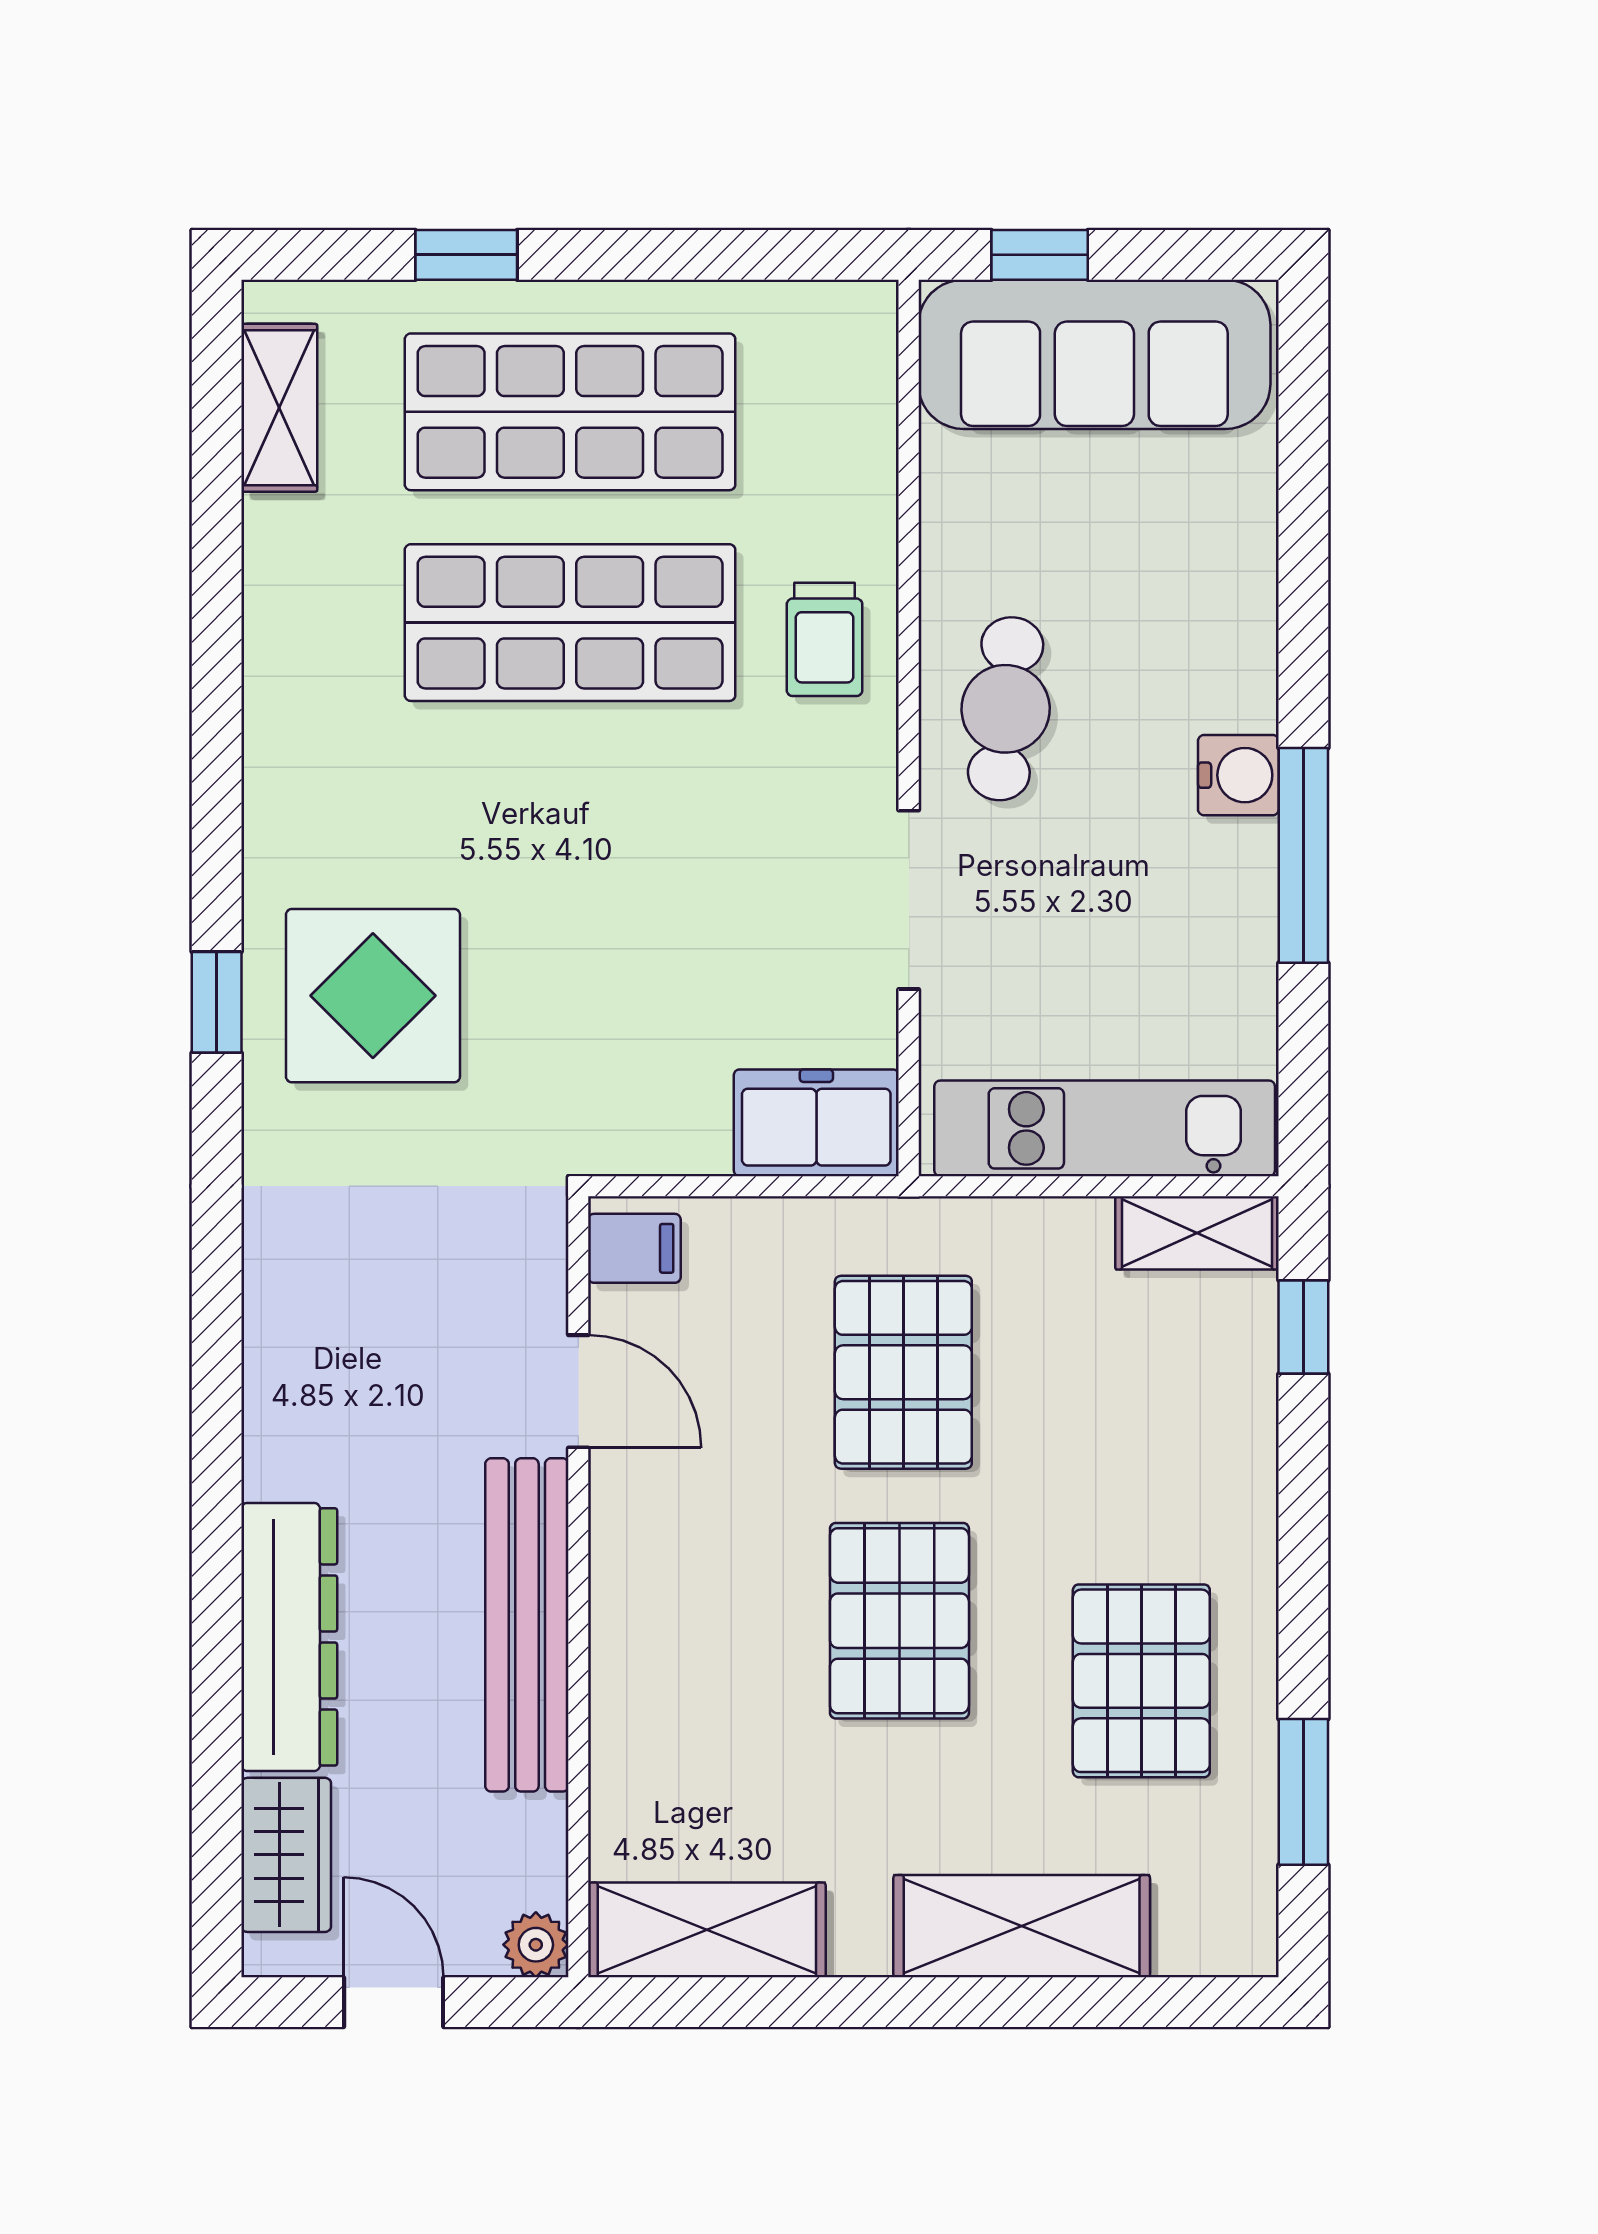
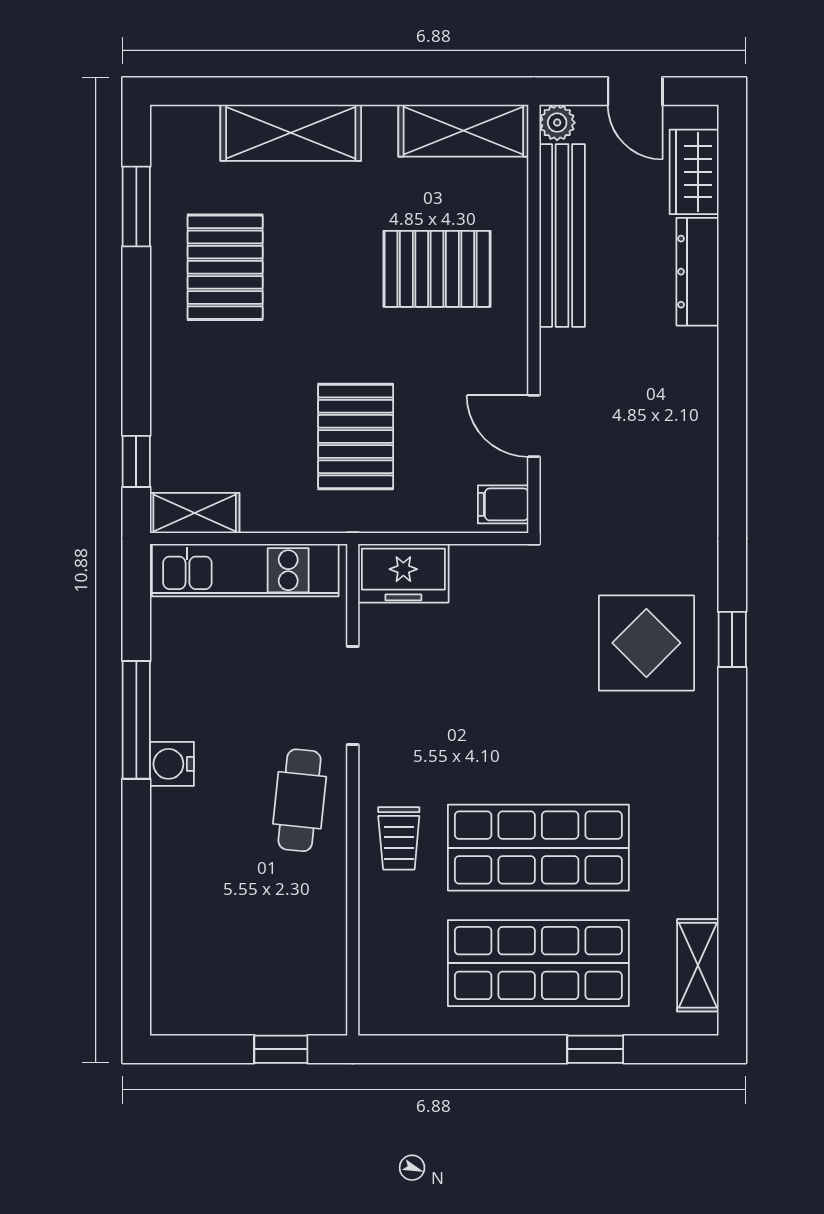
sofa: (1094, 354) -> (251, 995), removed
trolley: (825, 639) -> (399, 838), turned 180
pallet: (899, 1621) -> (437, 269), moved, turned 90
bench: (527, 1625) -> (562, 236), moved
dresser: (289, 1637) -> (698, 272), width x0.73, depth x0.80

